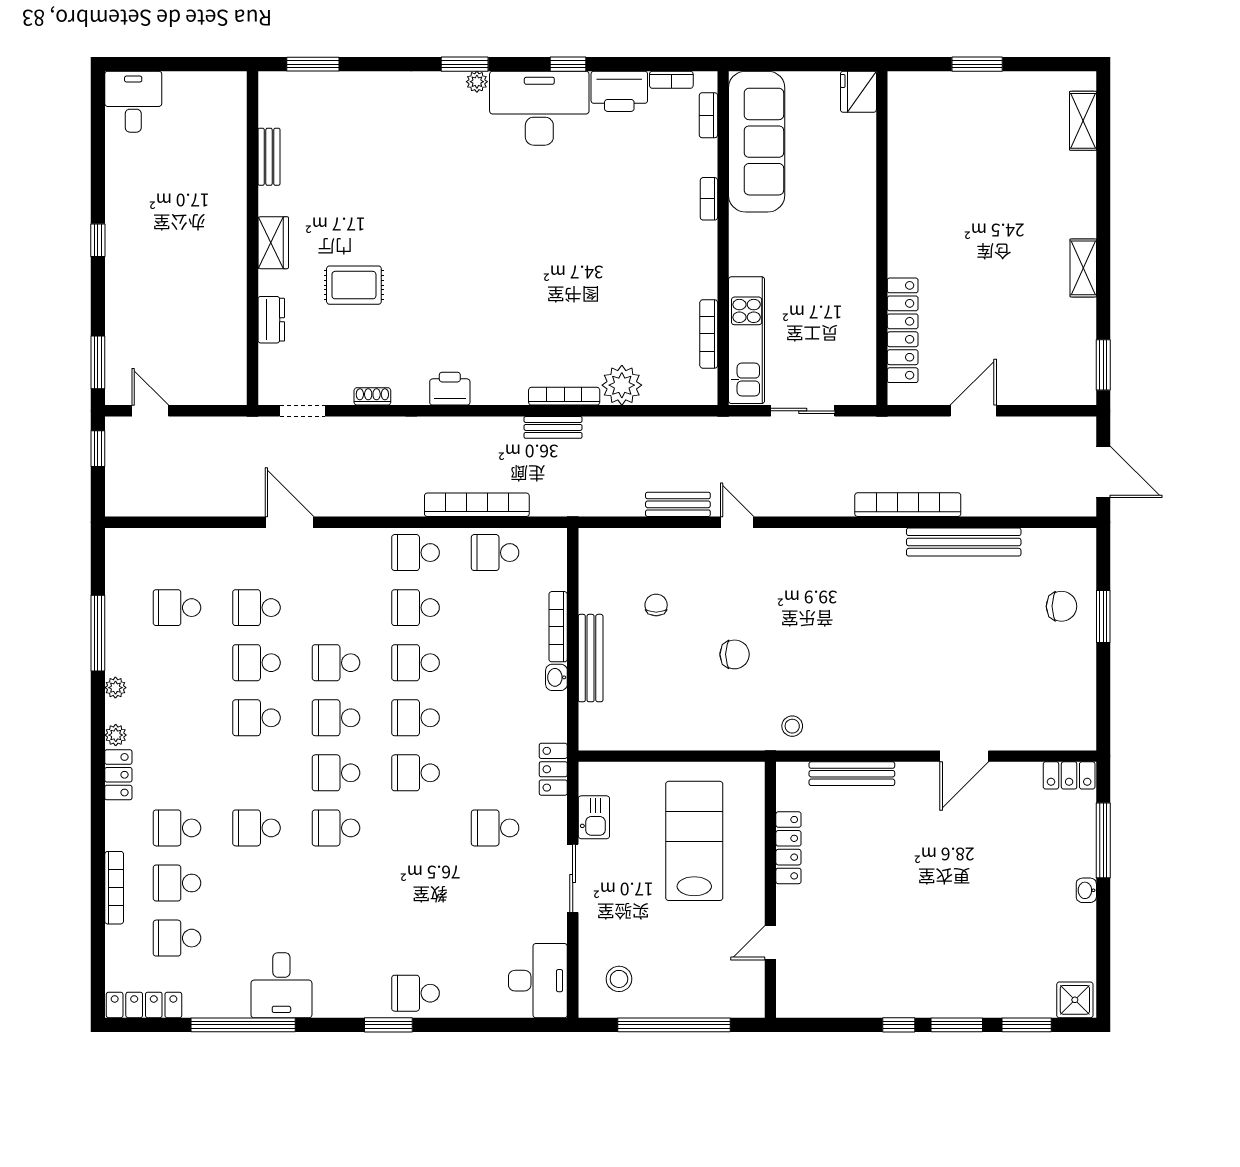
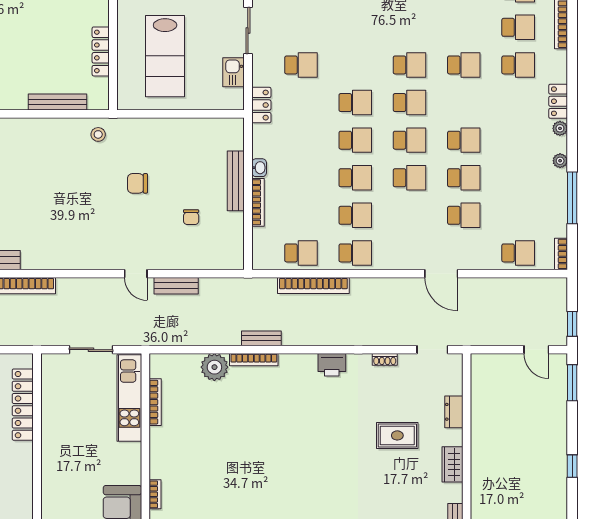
bookcase: (114, 551) -> (561, 254), added
school desk: (177, 608) -> (518, 253), moved

